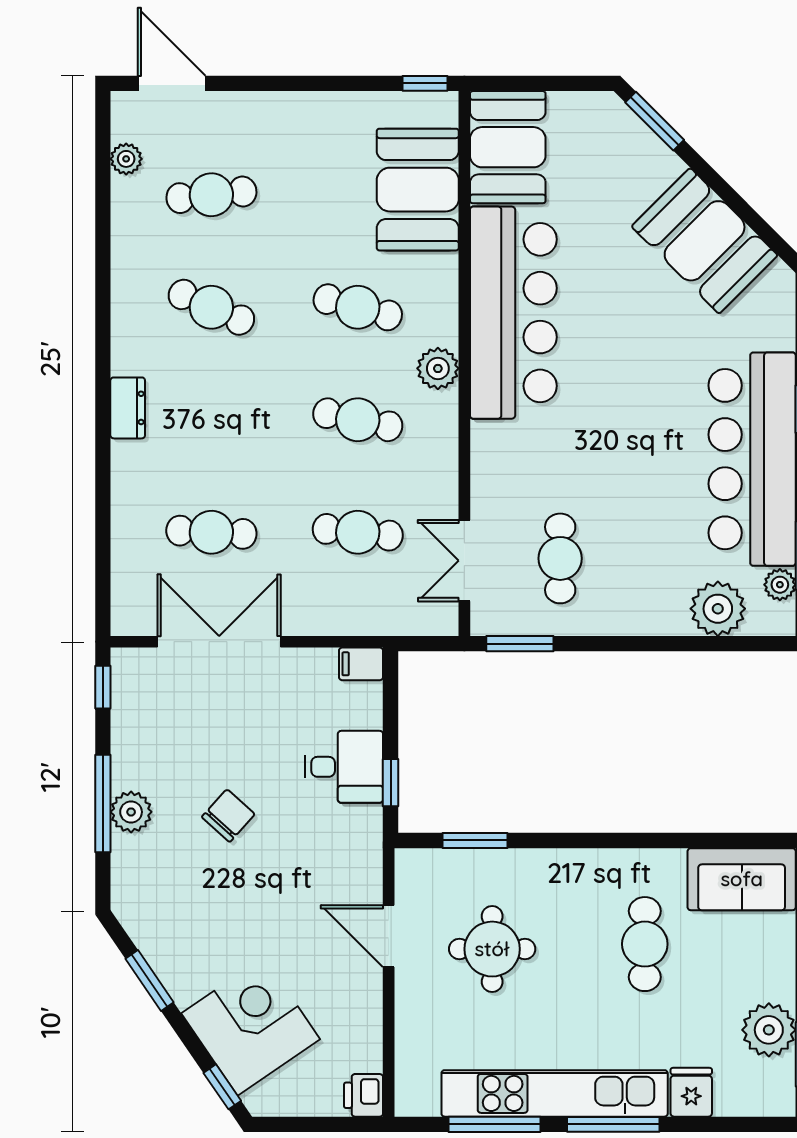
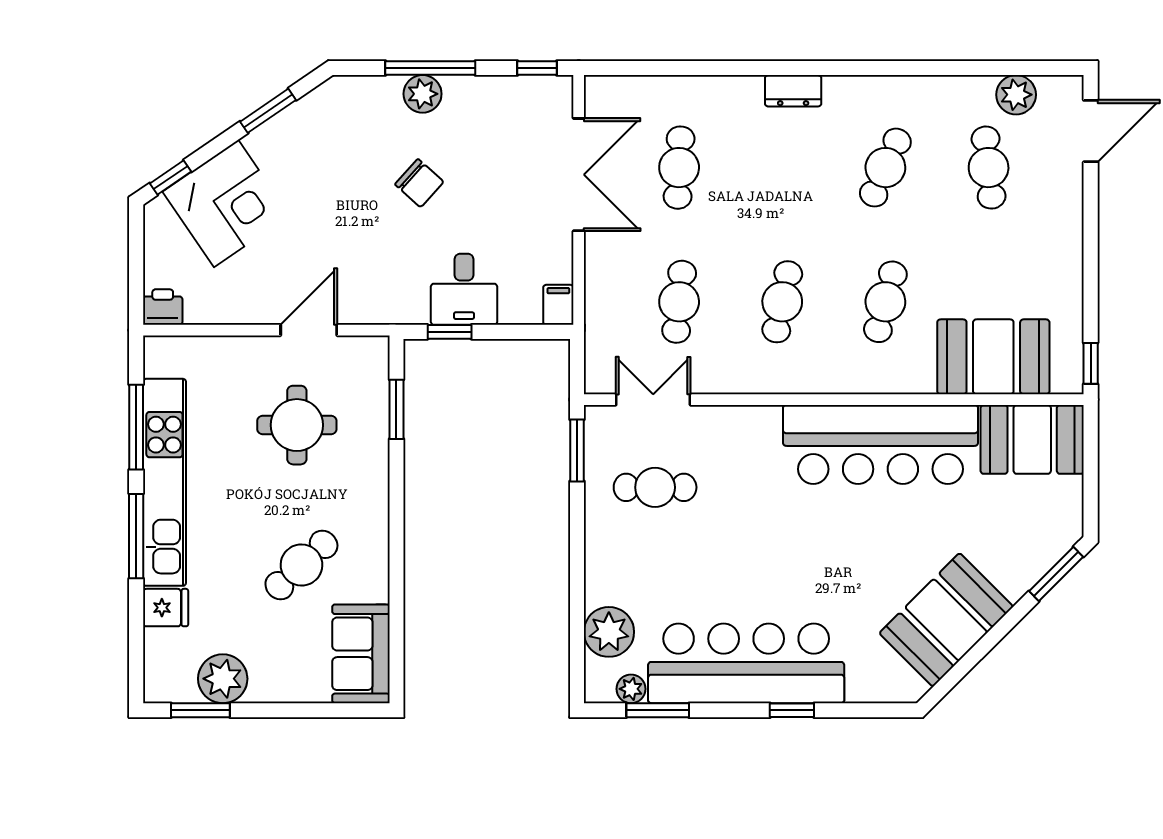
plant: (126, 159) -> (1016, 95), width x1.38, depth x1.38
plant: (438, 368) -> (829, 375), removed
cafe table: (645, 944) -> (301, 565), turned -43

